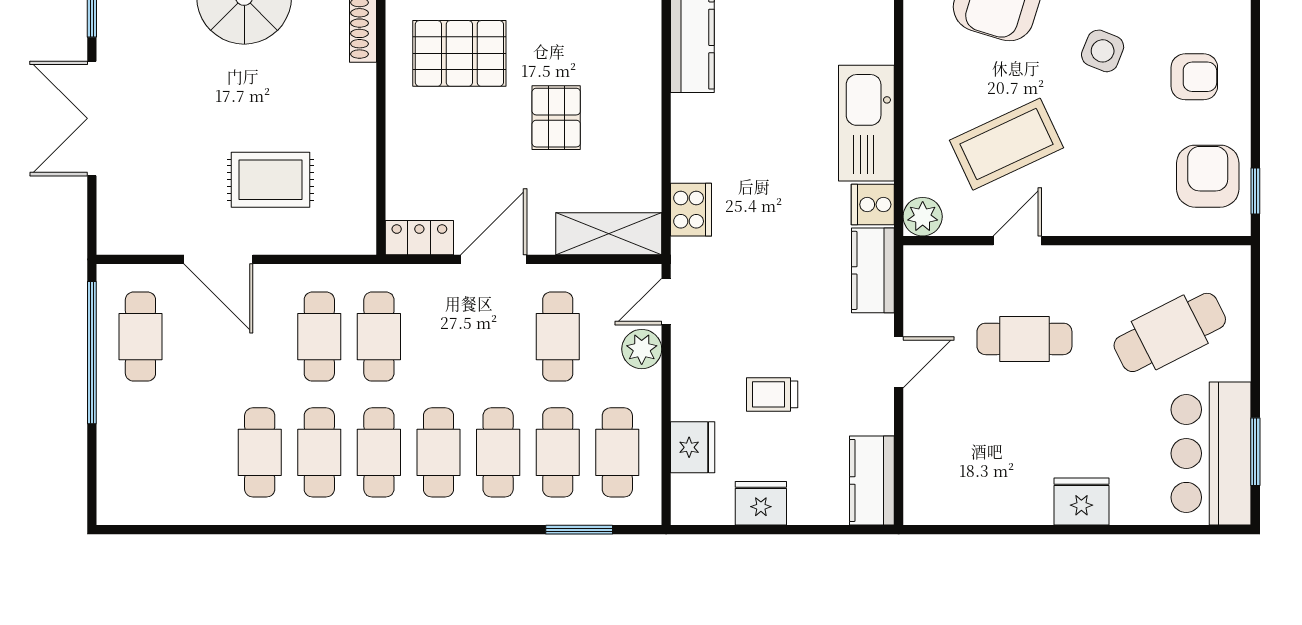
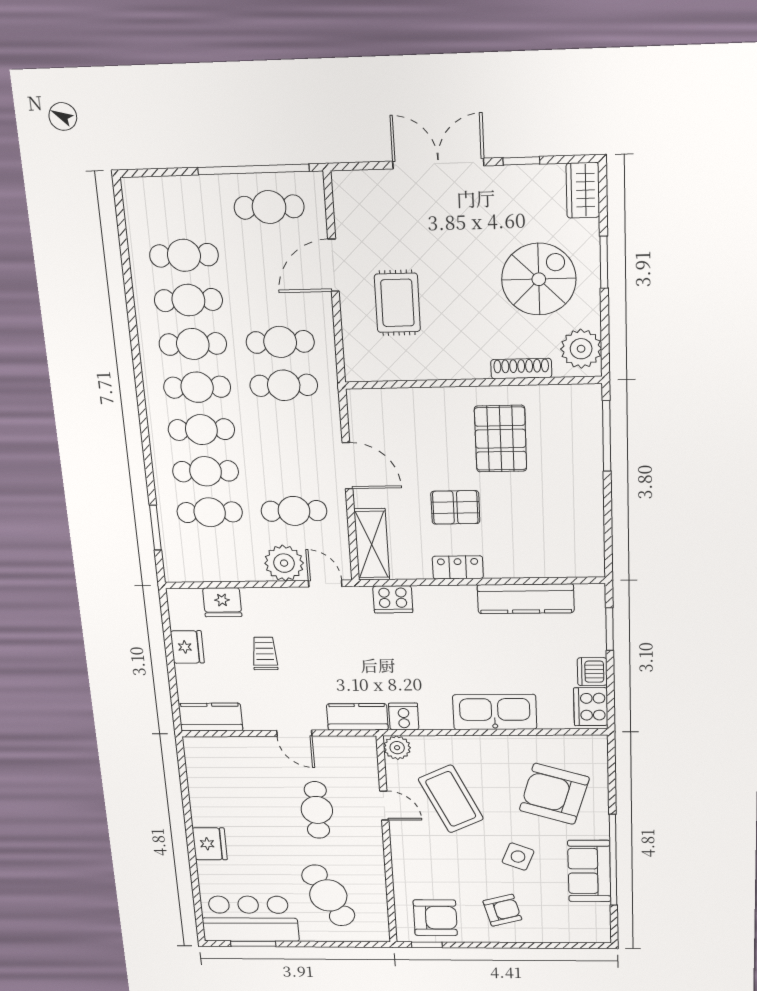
armchair: (1194, 77) -> (502, 910), turned -105
kitchen sink: (866, 123) -> (495, 712), moved
locker: (419, 238) -> (458, 567), moved, turned -90
plant: (642, 349) -> (284, 563), width x1.36, depth x1.36
cafe table: (617, 452) -> (184, 255), moved

